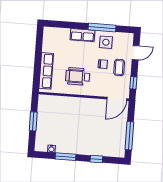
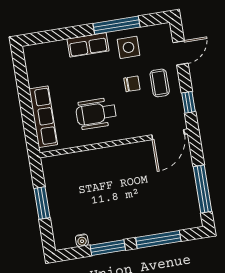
window: (96, 159) -> (158, 239), width x2.17

